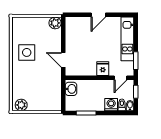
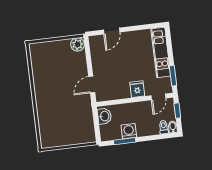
door: (98, 15) -> (112, 31), moved
side table: (27, 52) -> (50, 81), removed
door: (63, 60) -> (92, 85), hinge flipped
plant: (21, 105) -> (51, 141), removed
washing machine: (111, 105) -> (129, 131), moved

